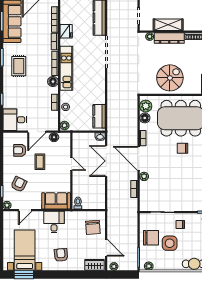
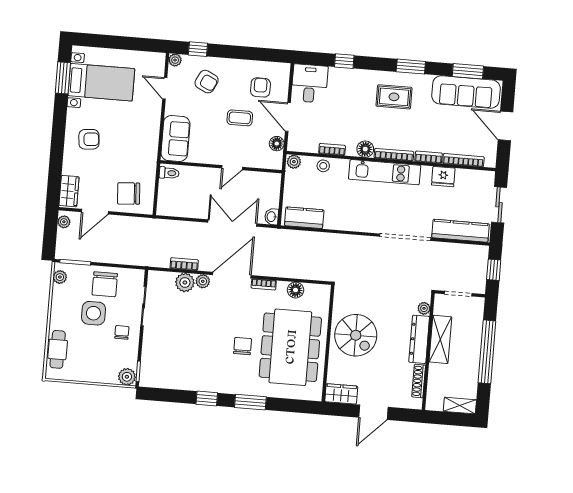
plant: (146, 106) -> (185, 282), moved
desk: (54, 222) -> (142, 132), removed

